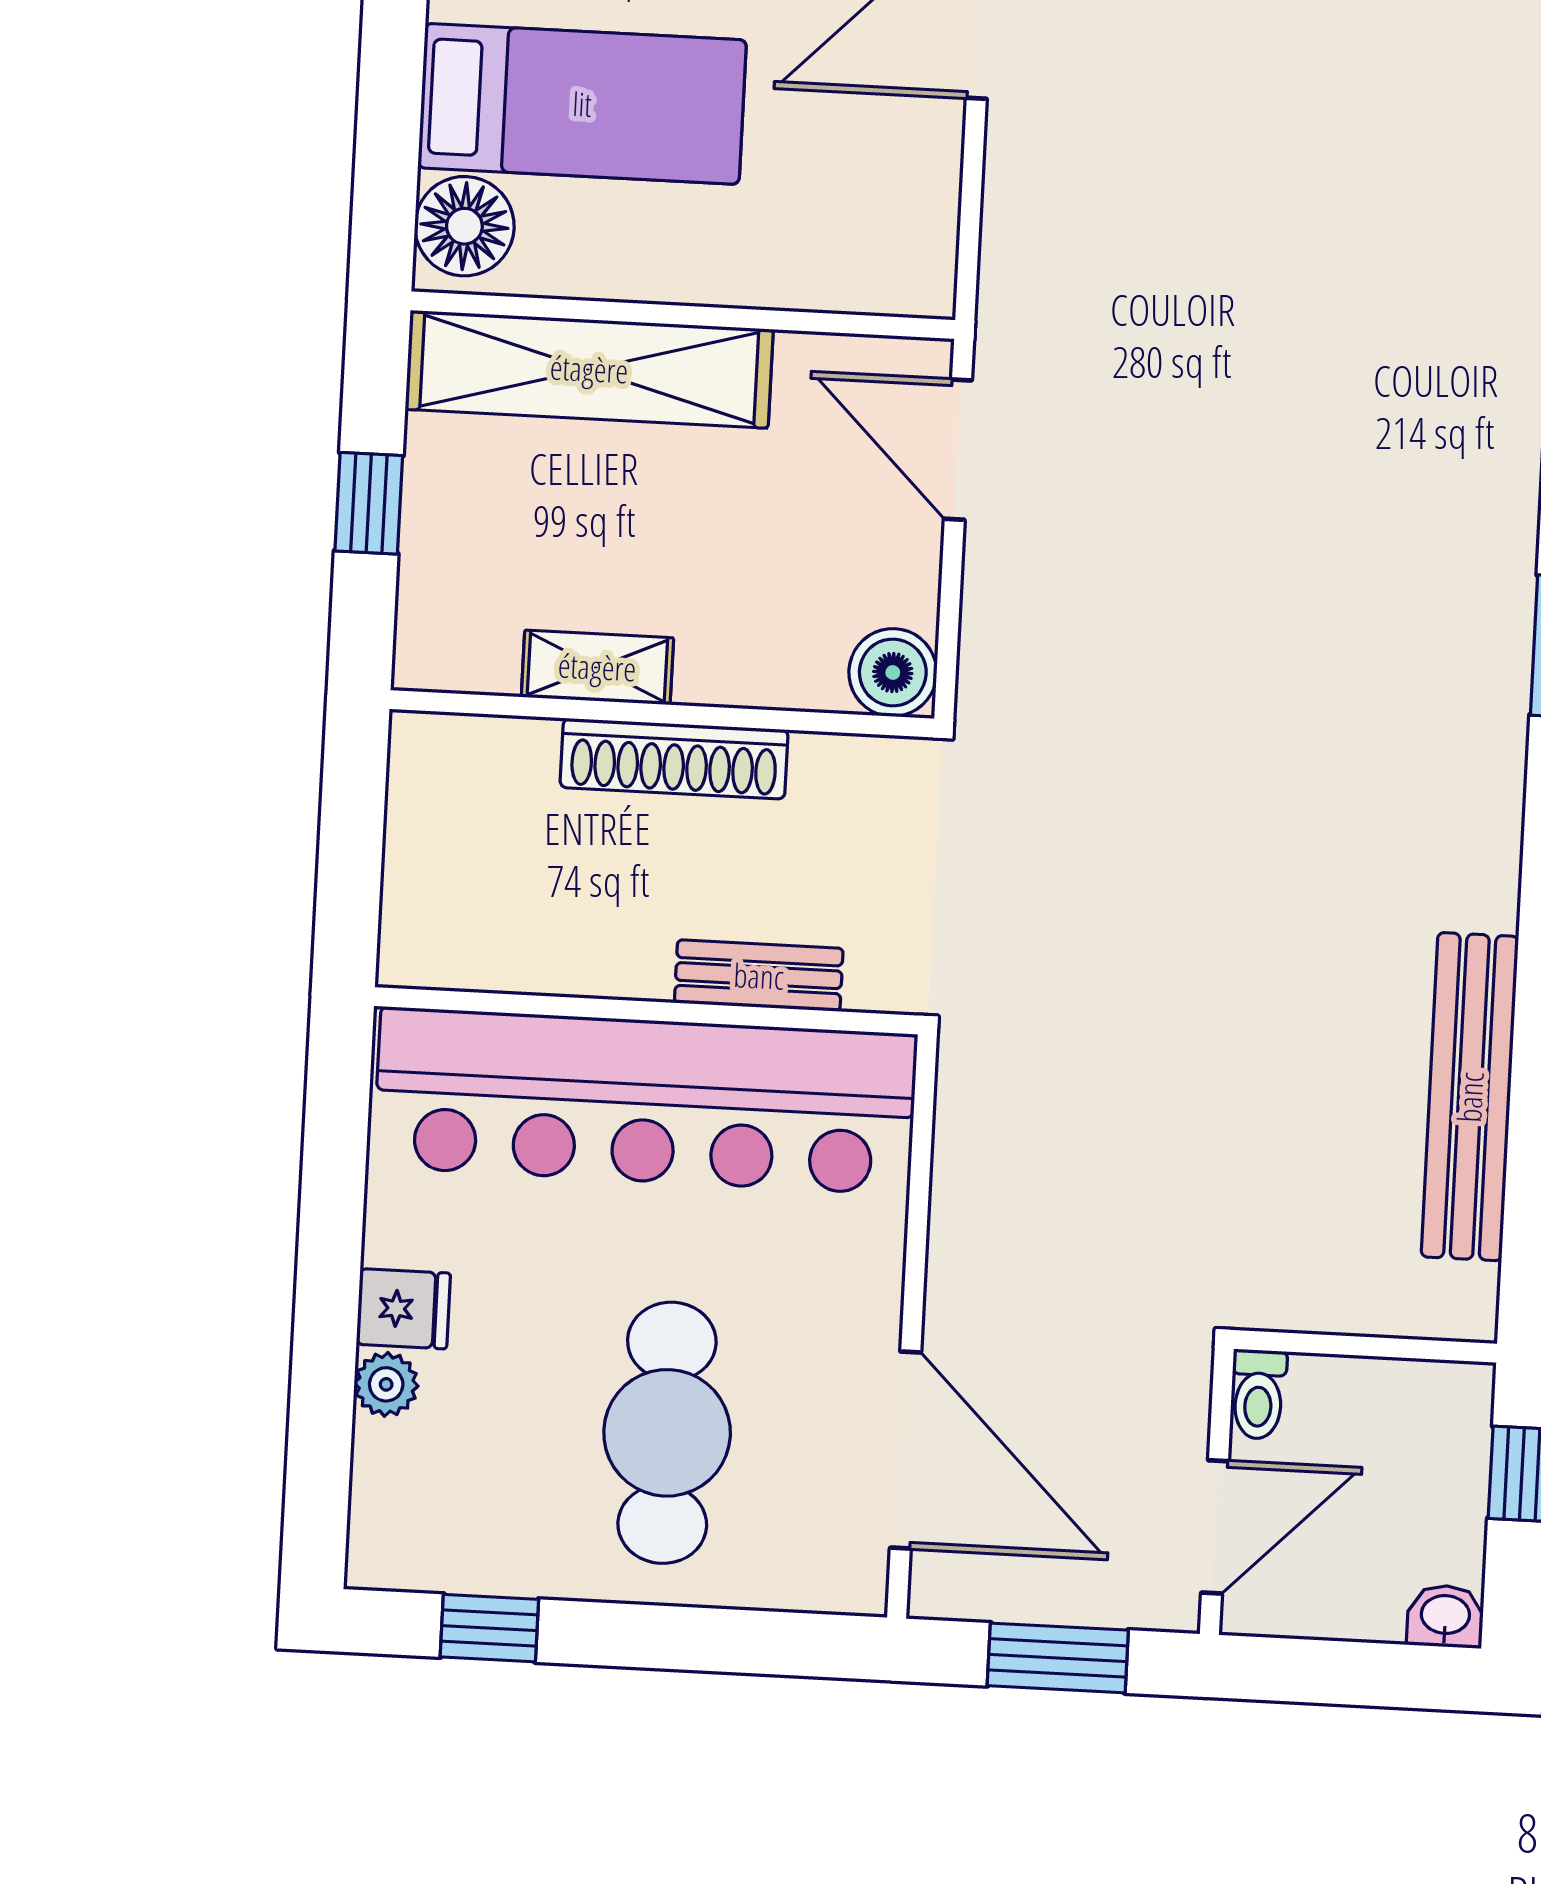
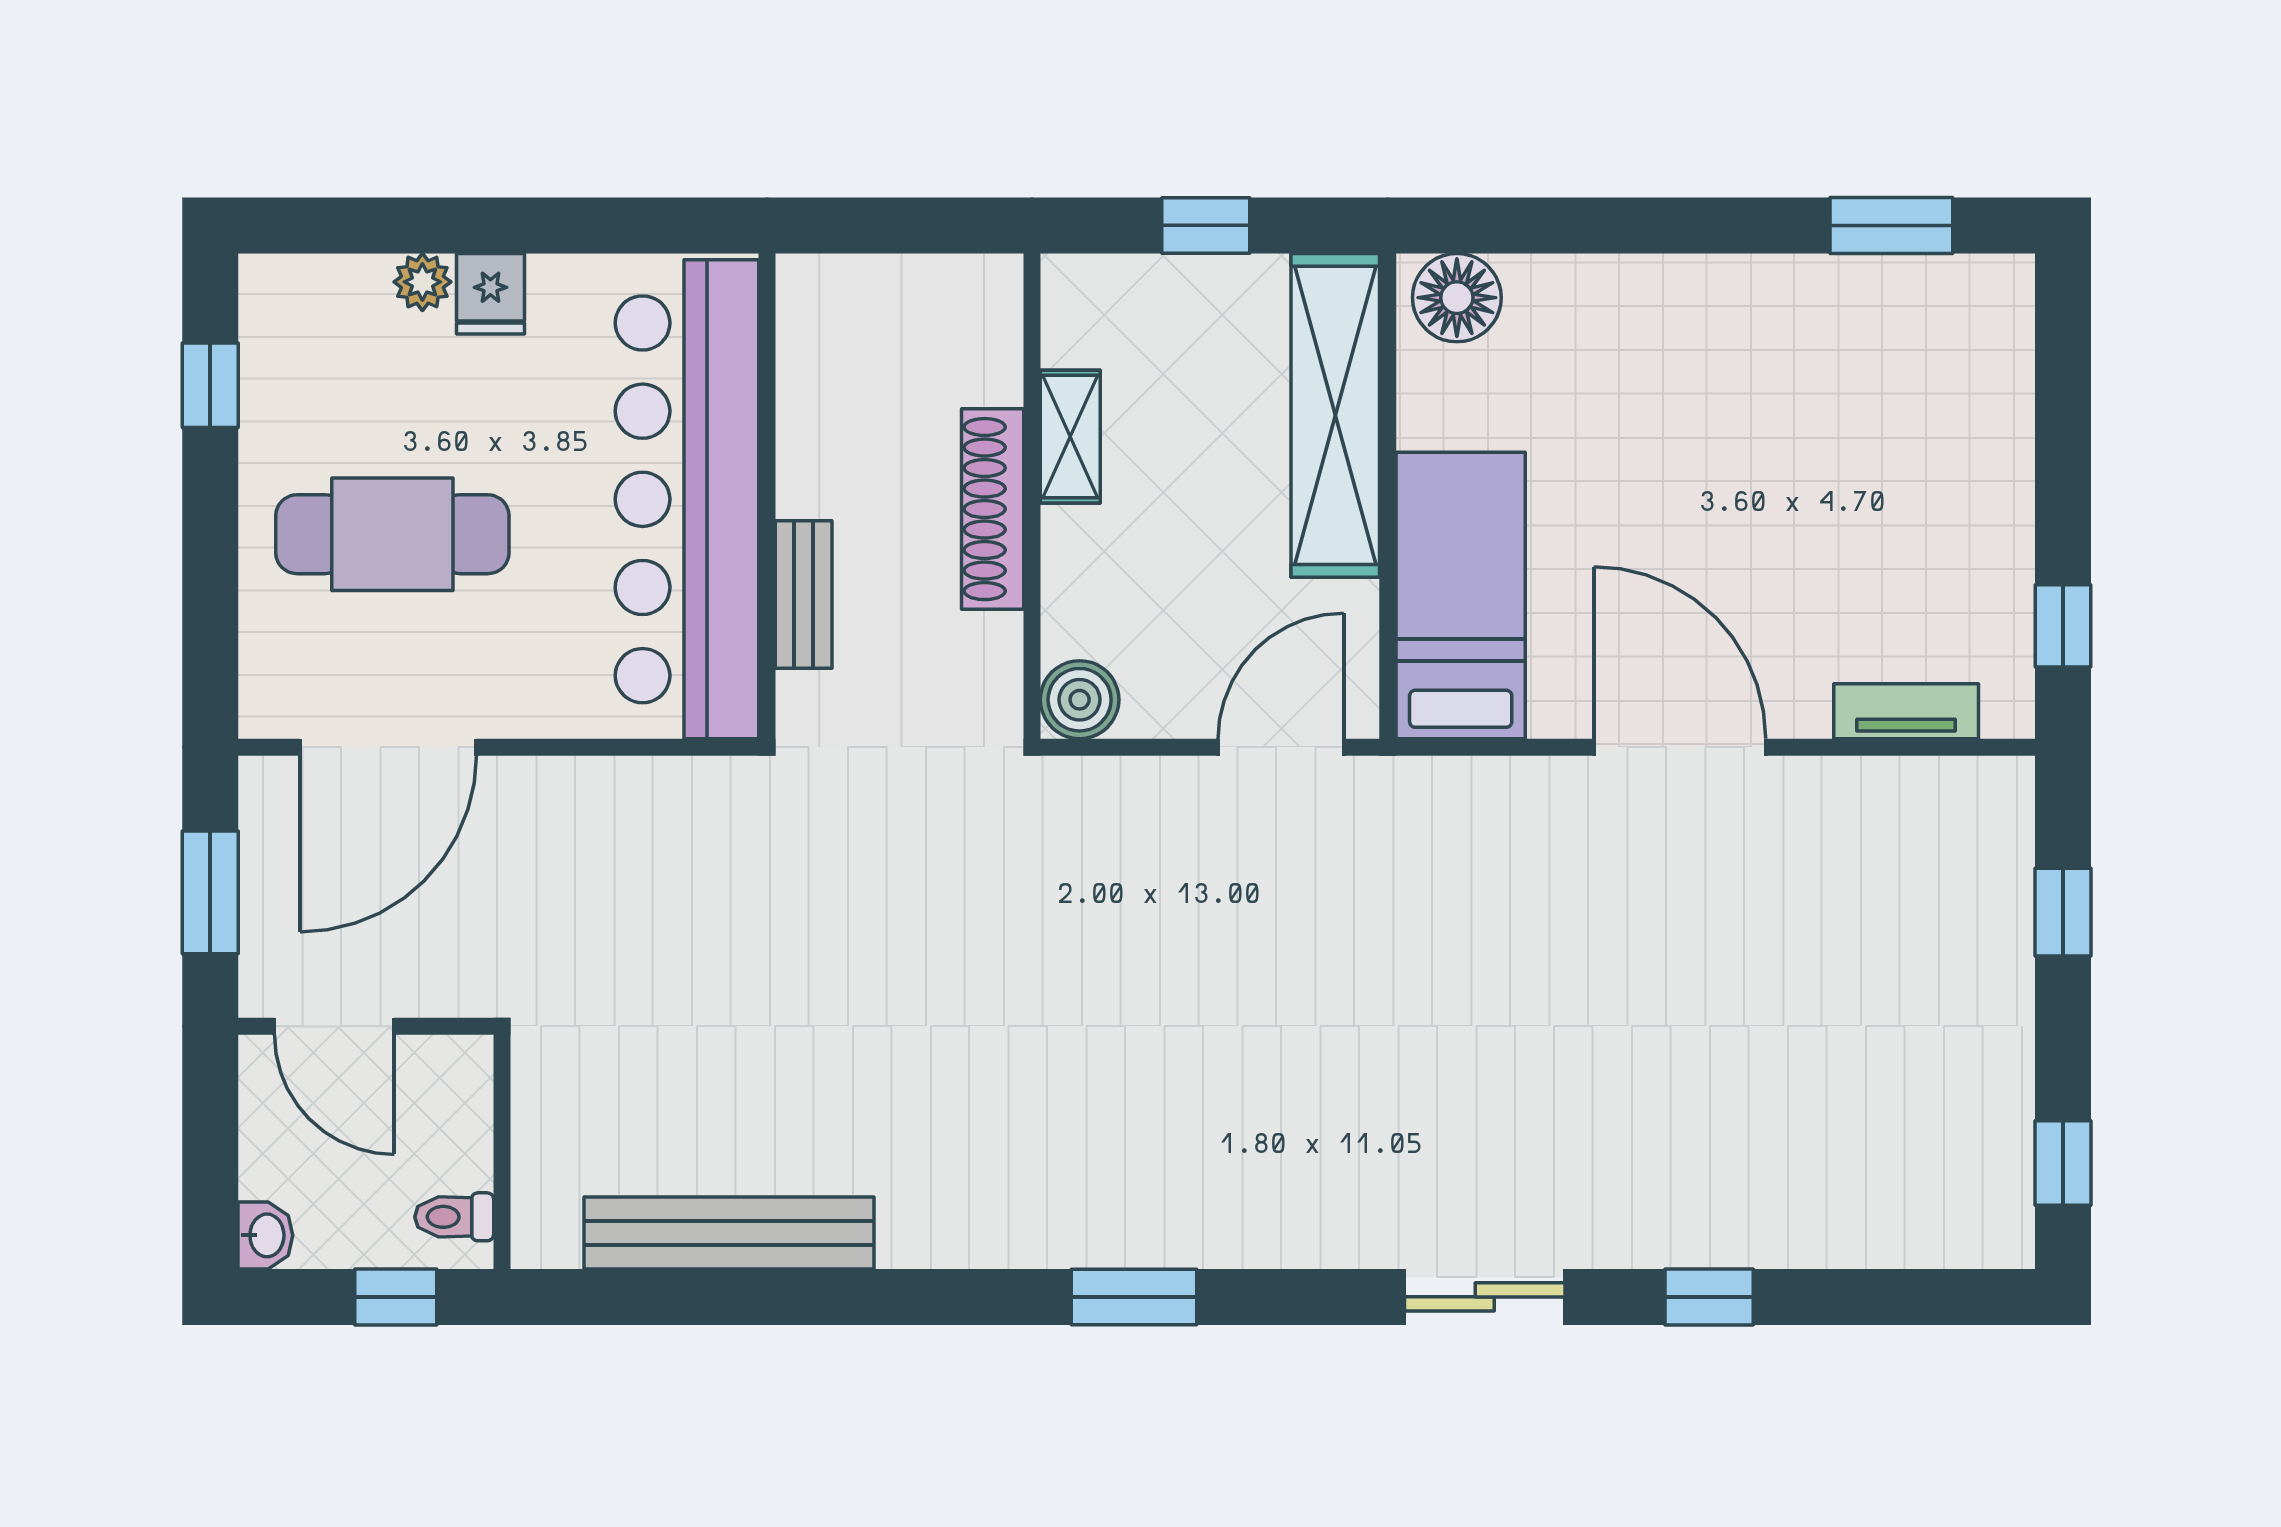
bed: (582, 104) -> (1461, 596), moved, turned 180
toilet: (1258, 1394) -> (454, 1217), moved

